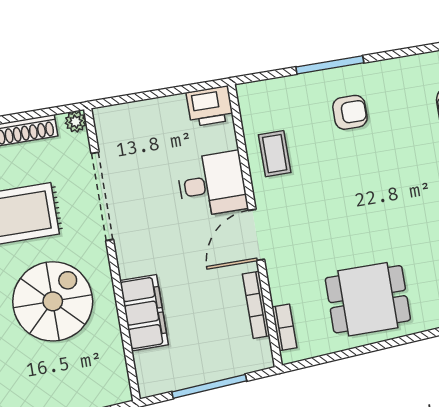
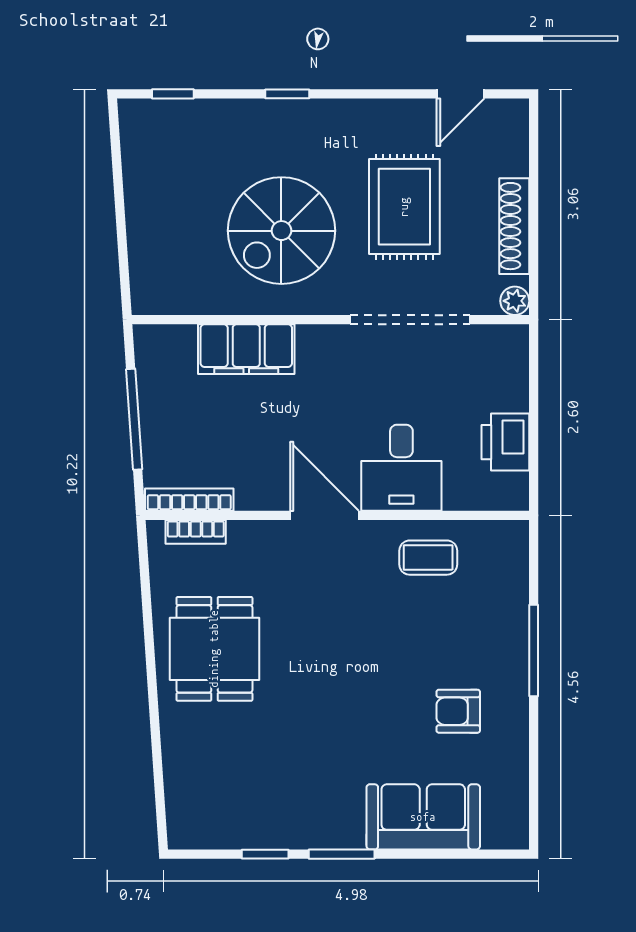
printer: (210, 106) -> (505, 442), moved
armchair: (350, 112) -> (458, 711), moved, turned 90
spiral stairs: (53, 301) -> (281, 231), turned 90
bookcase: (256, 305) -> (189, 500), moved

